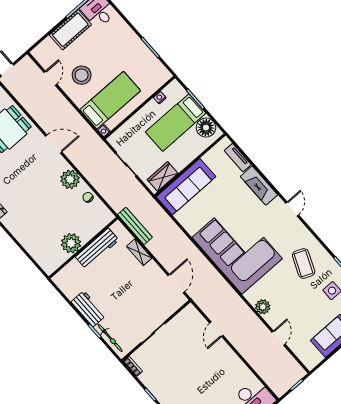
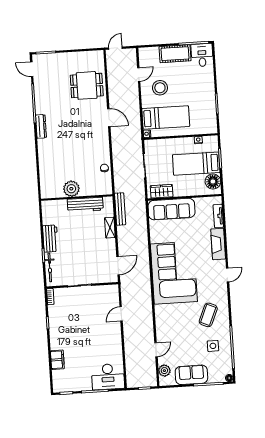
plant: (70, 179) -> (102, 148), removed
plant: (263, 307) -> (164, 371), moved

